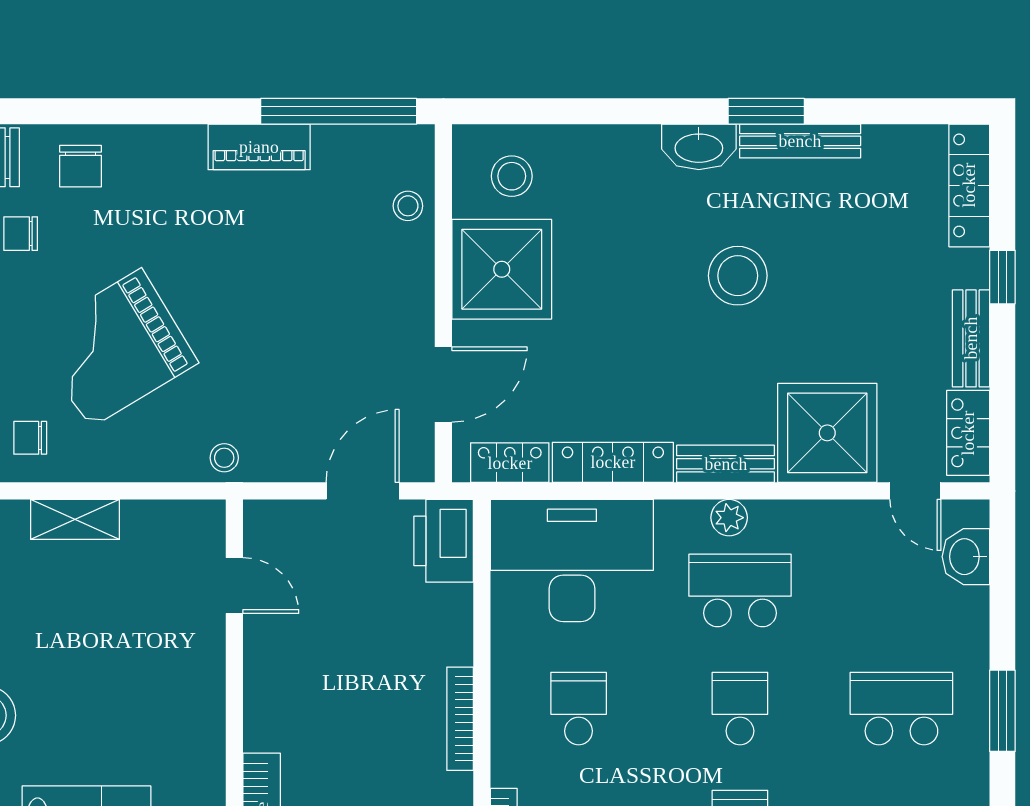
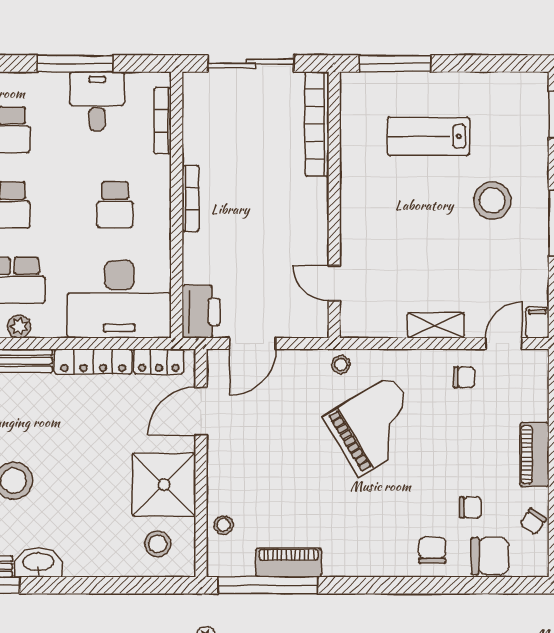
piano: (259, 147) -> (289, 563), moved
grand piano: (115, 348) -> (375, 426), moved

